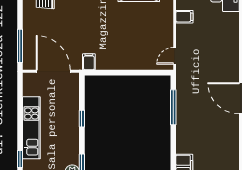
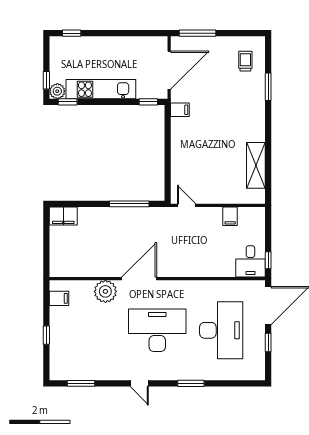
window: (82, 119) -> (148, 102), moved
kitchen unit: (31, 128) -> (101, 89), moved, turned 180

